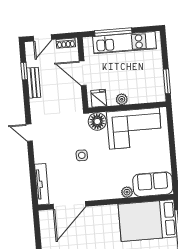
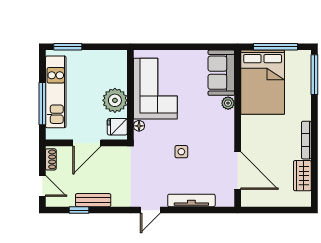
window: (167, 81) -> (68, 47), moved
plant: (122, 99) -> (115, 100), width x1.87, depth x1.87
floor lamp: (97, 121) -> (139, 126), width x0.53, depth x0.53
tv unit: (42, 184) -> (191, 200), moved

